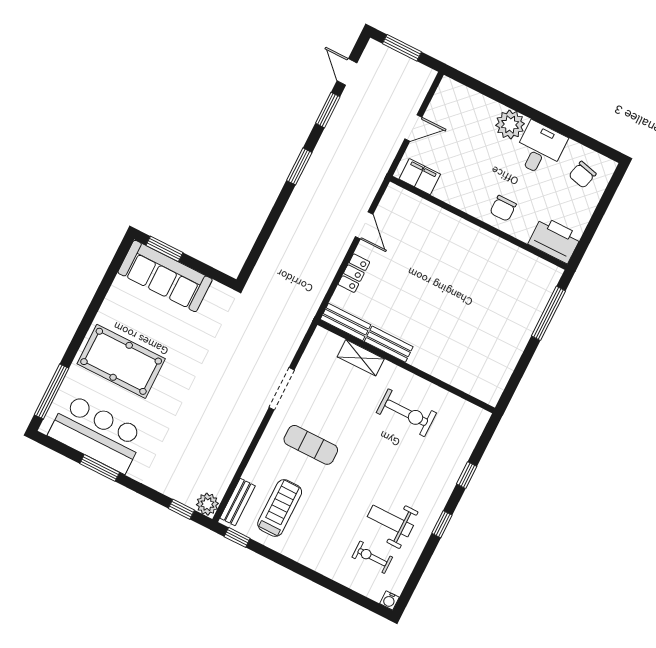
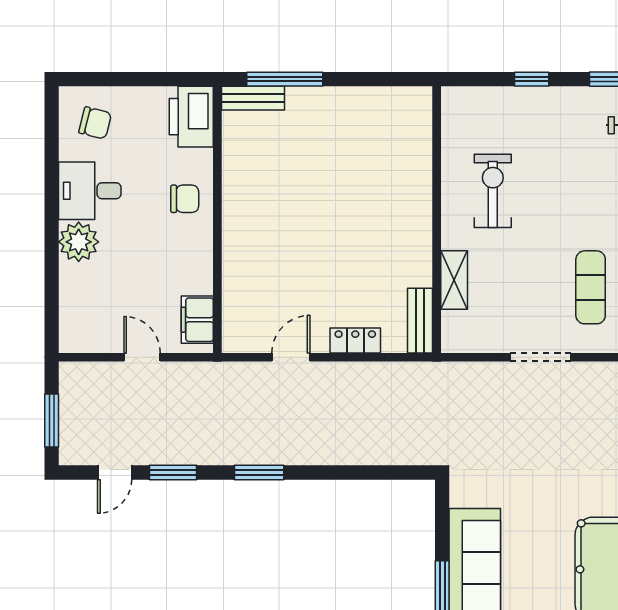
bench: (389, 344) -> (253, 98), moved, turned 90

